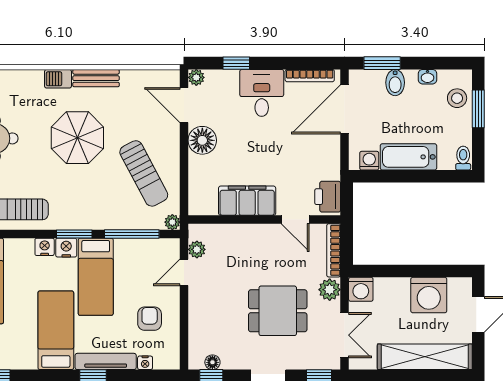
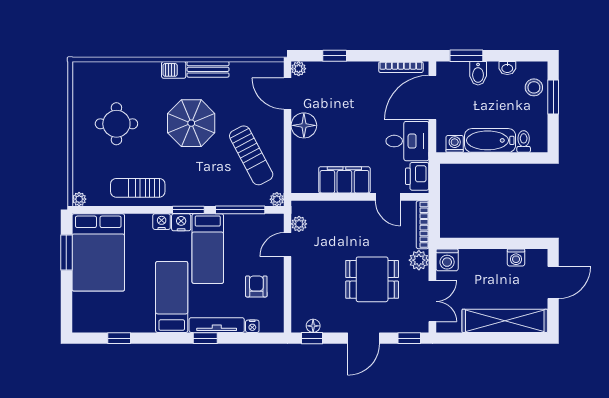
desk: (262, 93) -> (407, 141), moved, turned 90
toilet: (463, 158) -> (524, 141), moved
washing machine: (429, 295) -> (516, 257), width x0.53, depth x0.53

